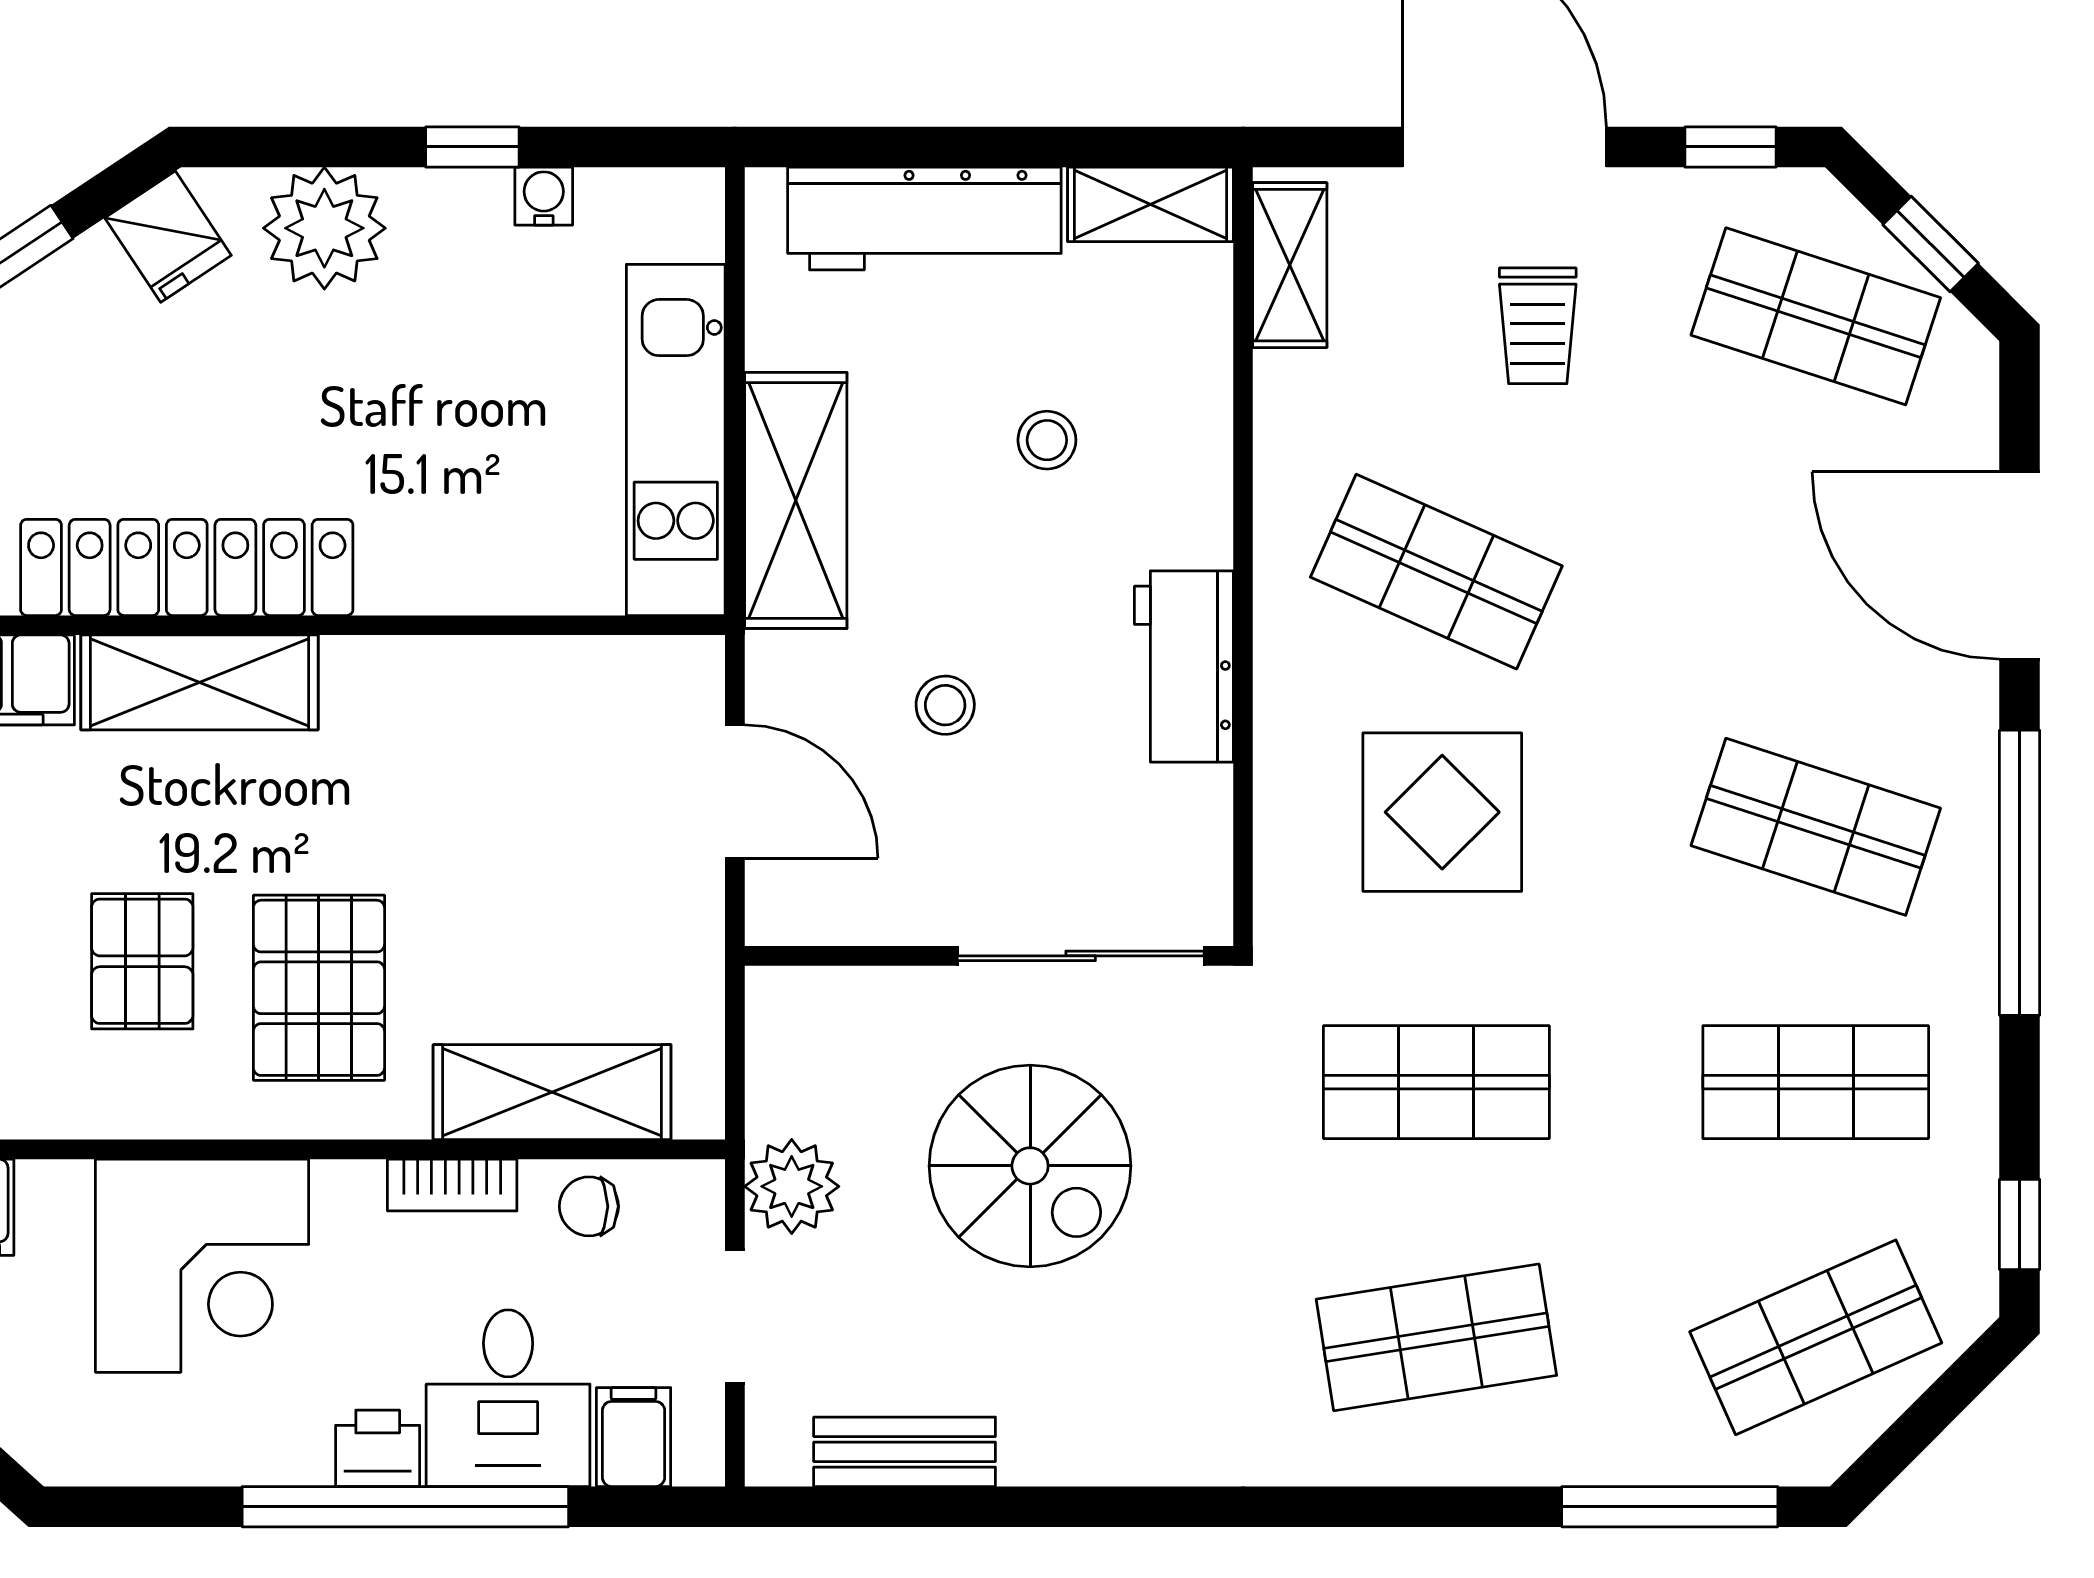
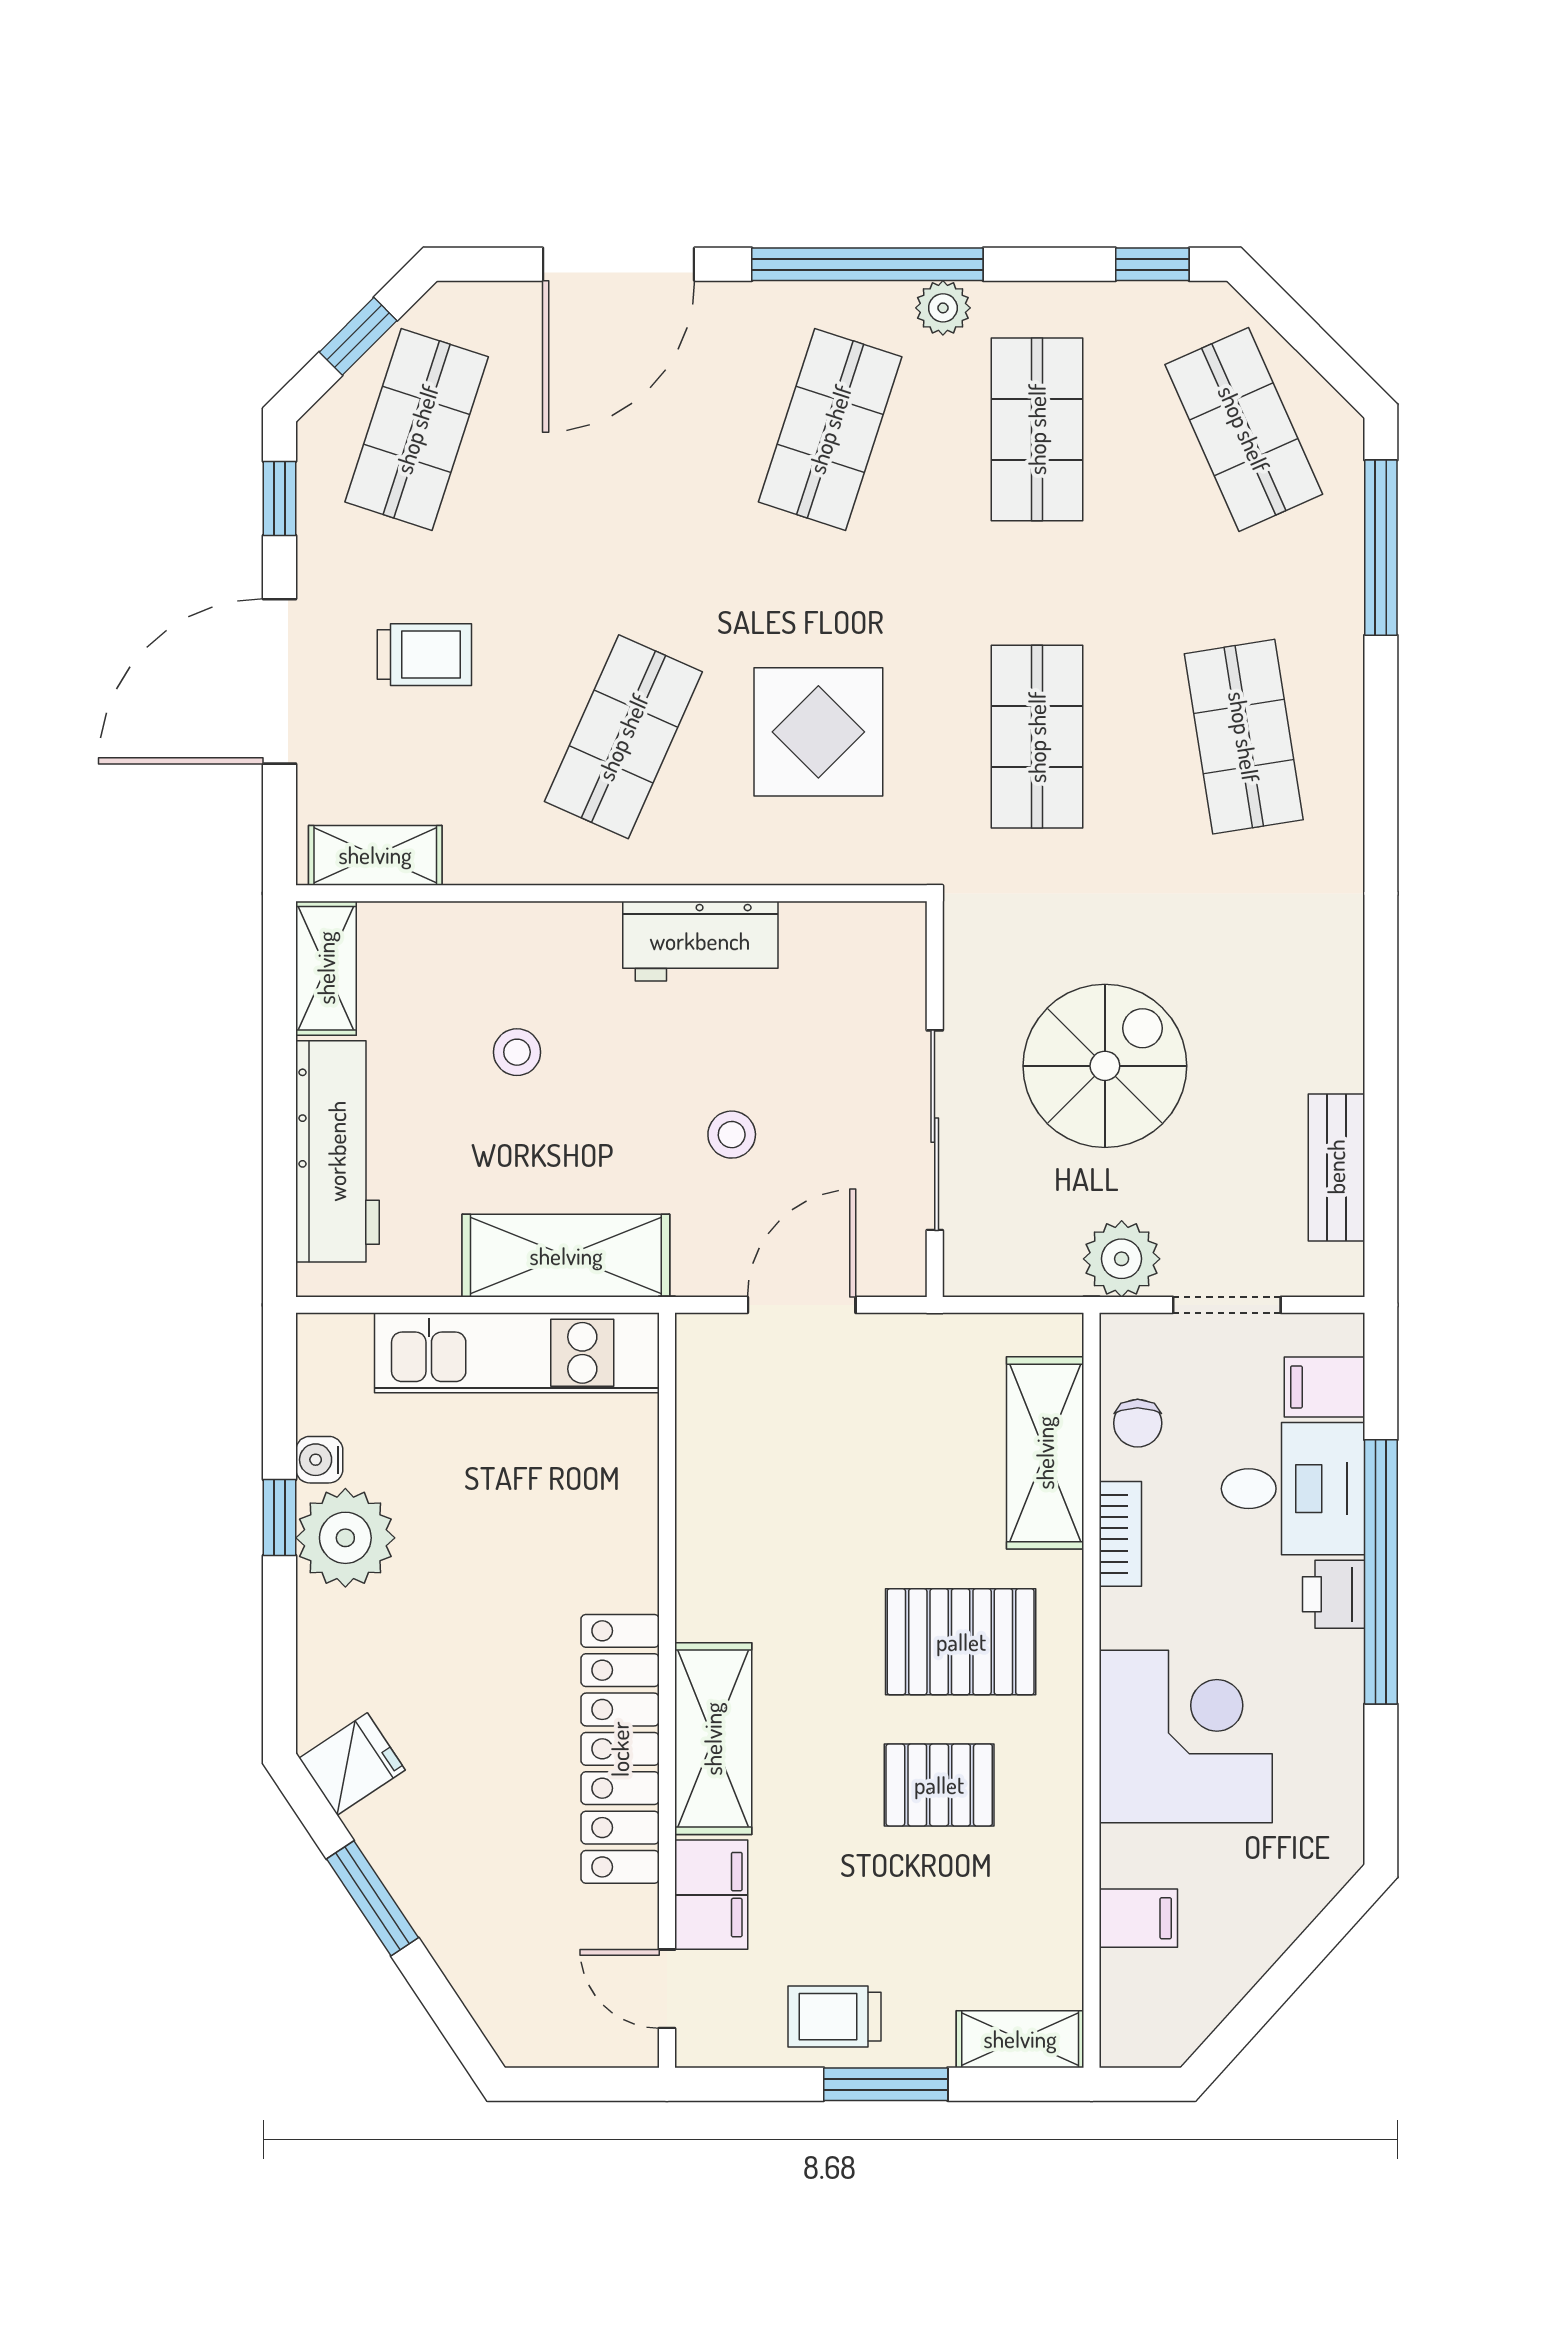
plant: (324, 228) -> (345, 1538), moved
sliding door: (1081, 956) -> (935, 1130), moved
plant: (1966, 966) -> (943, 308), added

